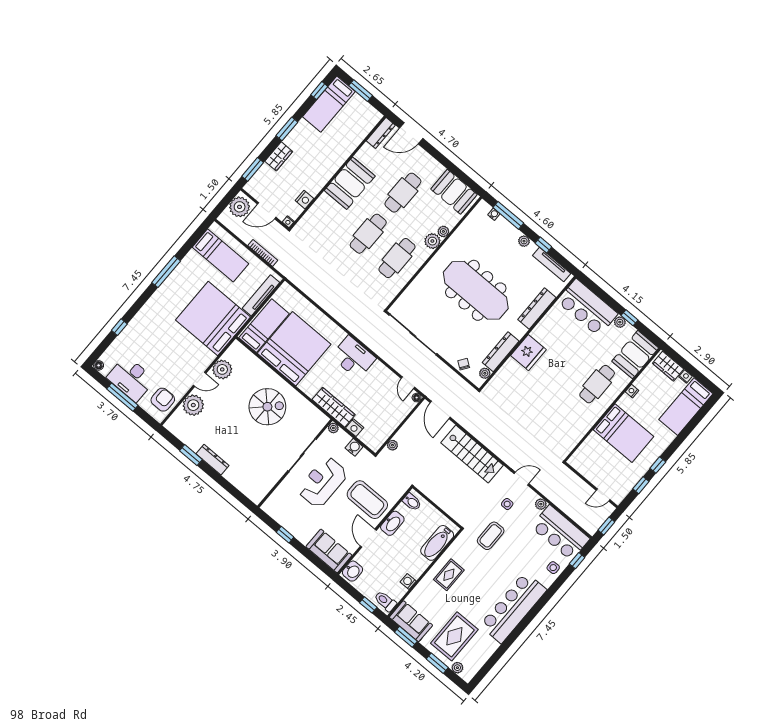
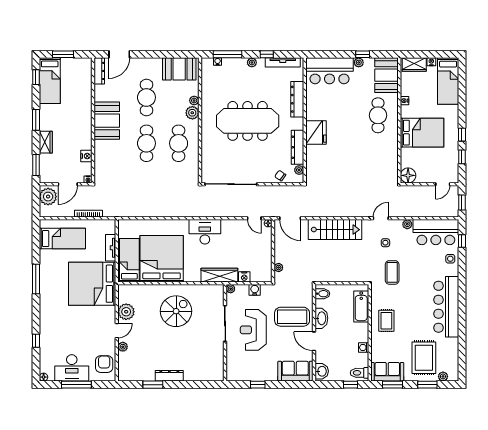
tv unit: (261, 295) -> (111, 248), width x0.71
plant: (193, 405) -> (123, 347), width x0.53, depth x0.53
floor lamp: (578, 461) -> (408, 175), added

